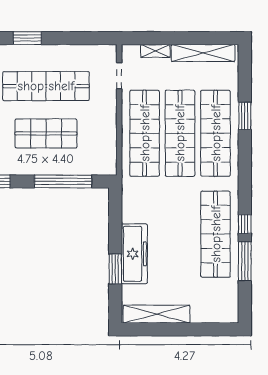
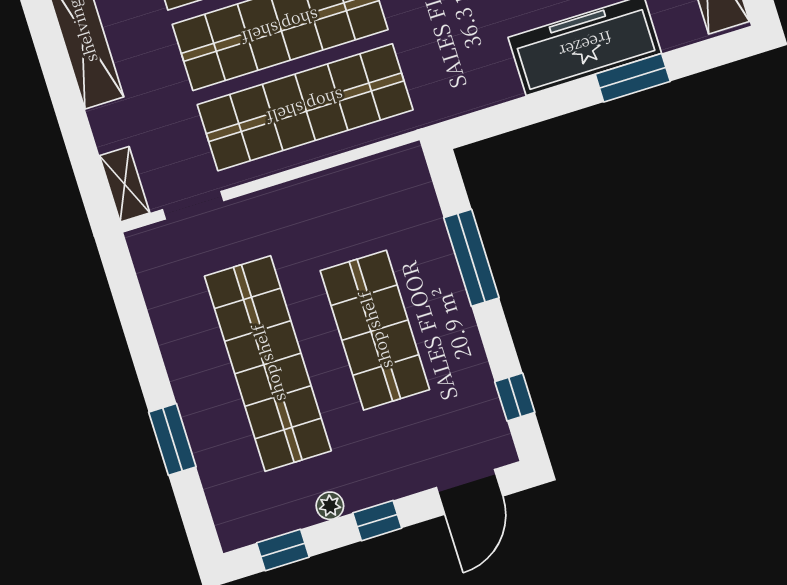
shelving: (156, 51) -> (125, 184), moved
window: (63, 181) -> (471, 258), width x0.68

